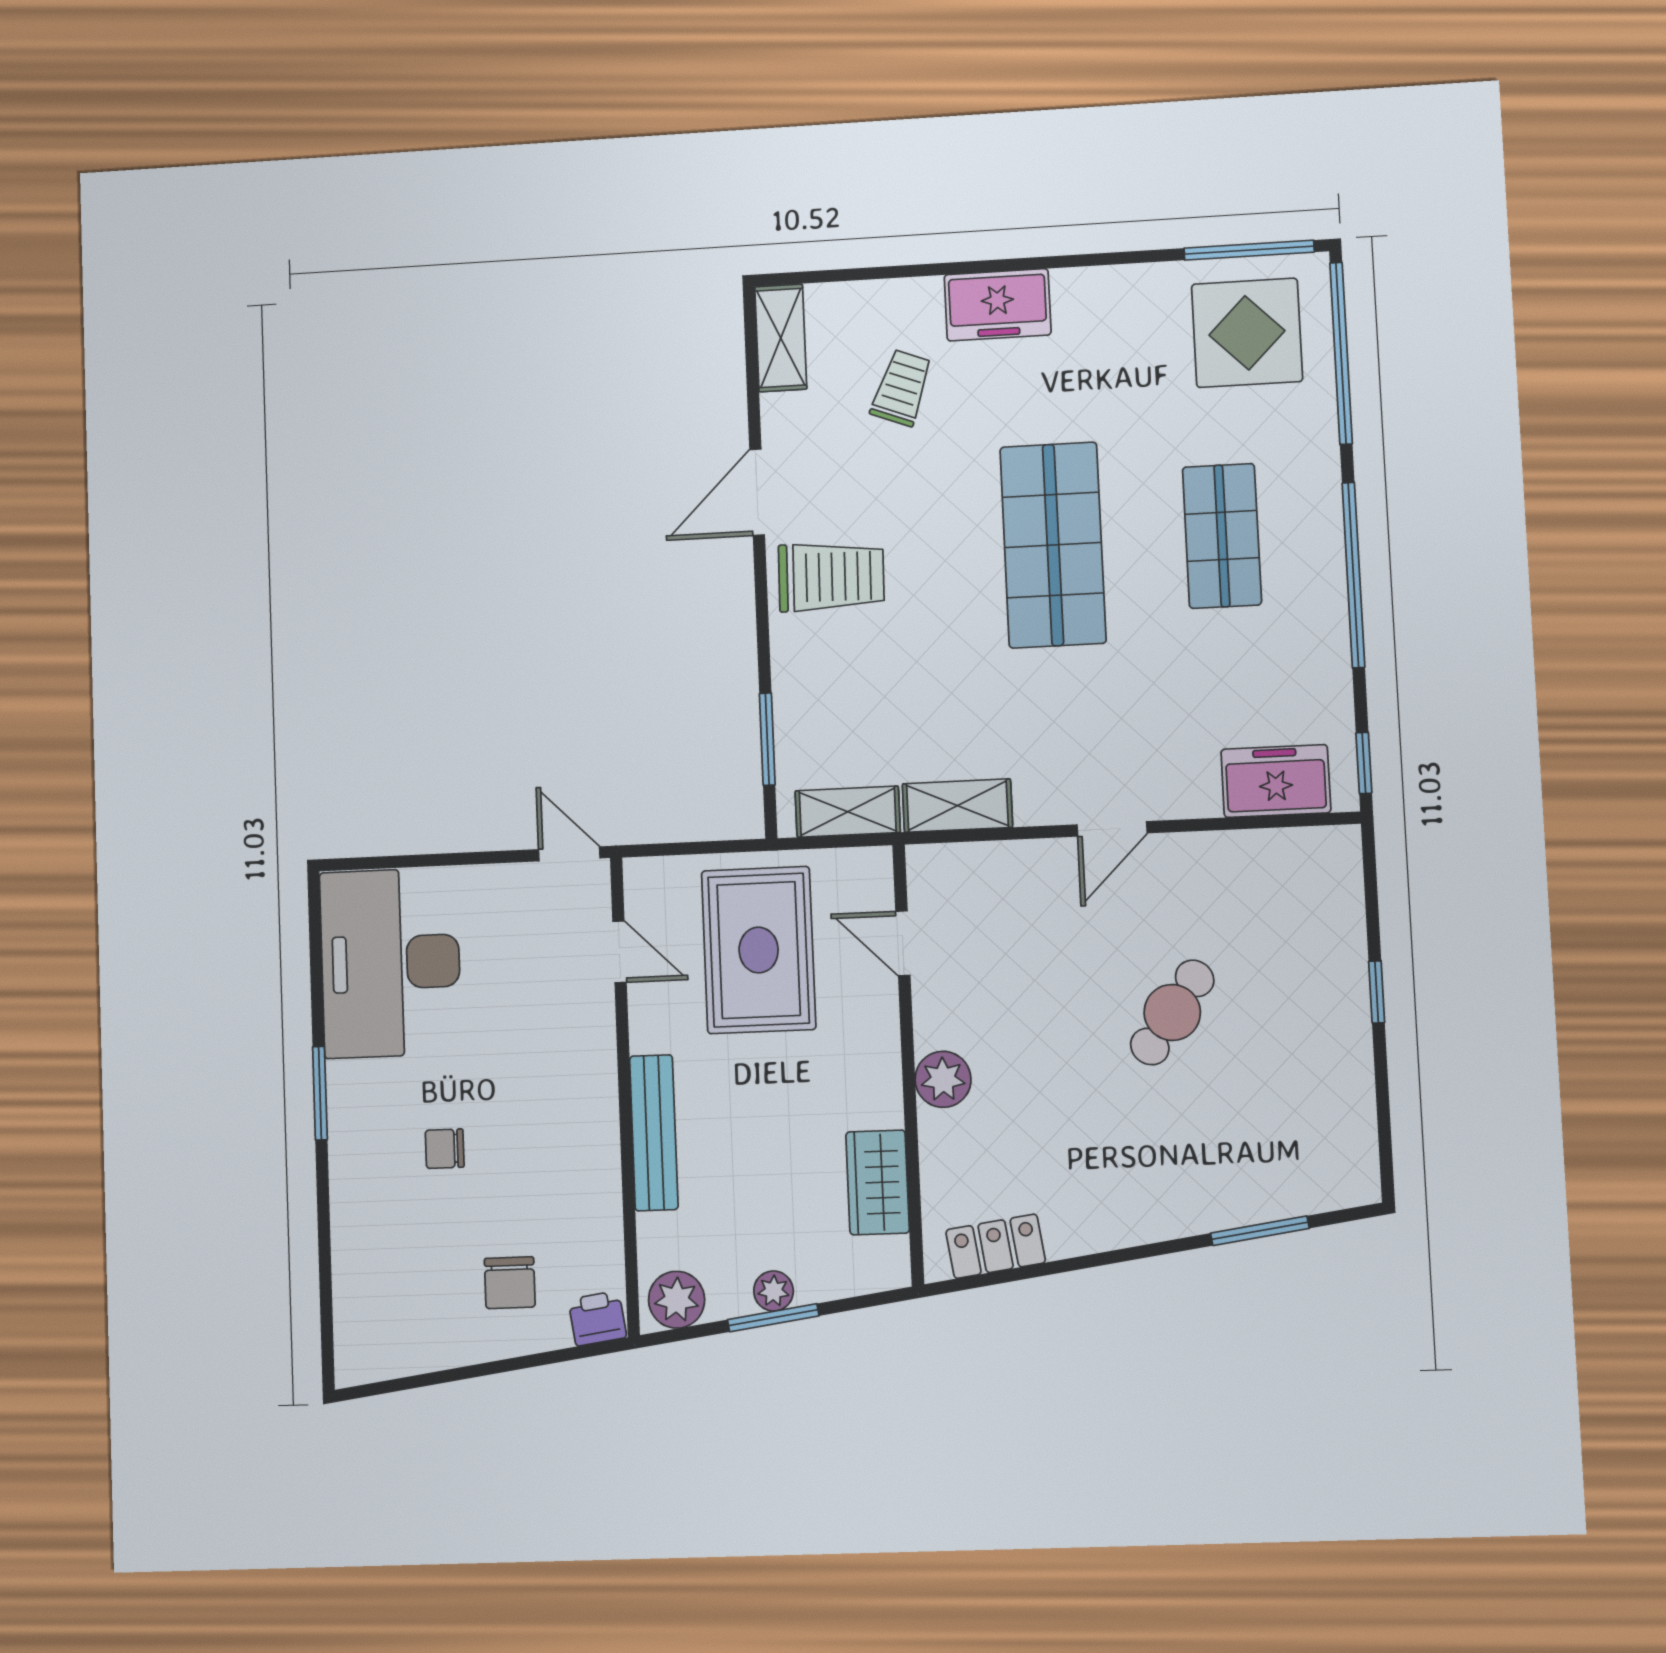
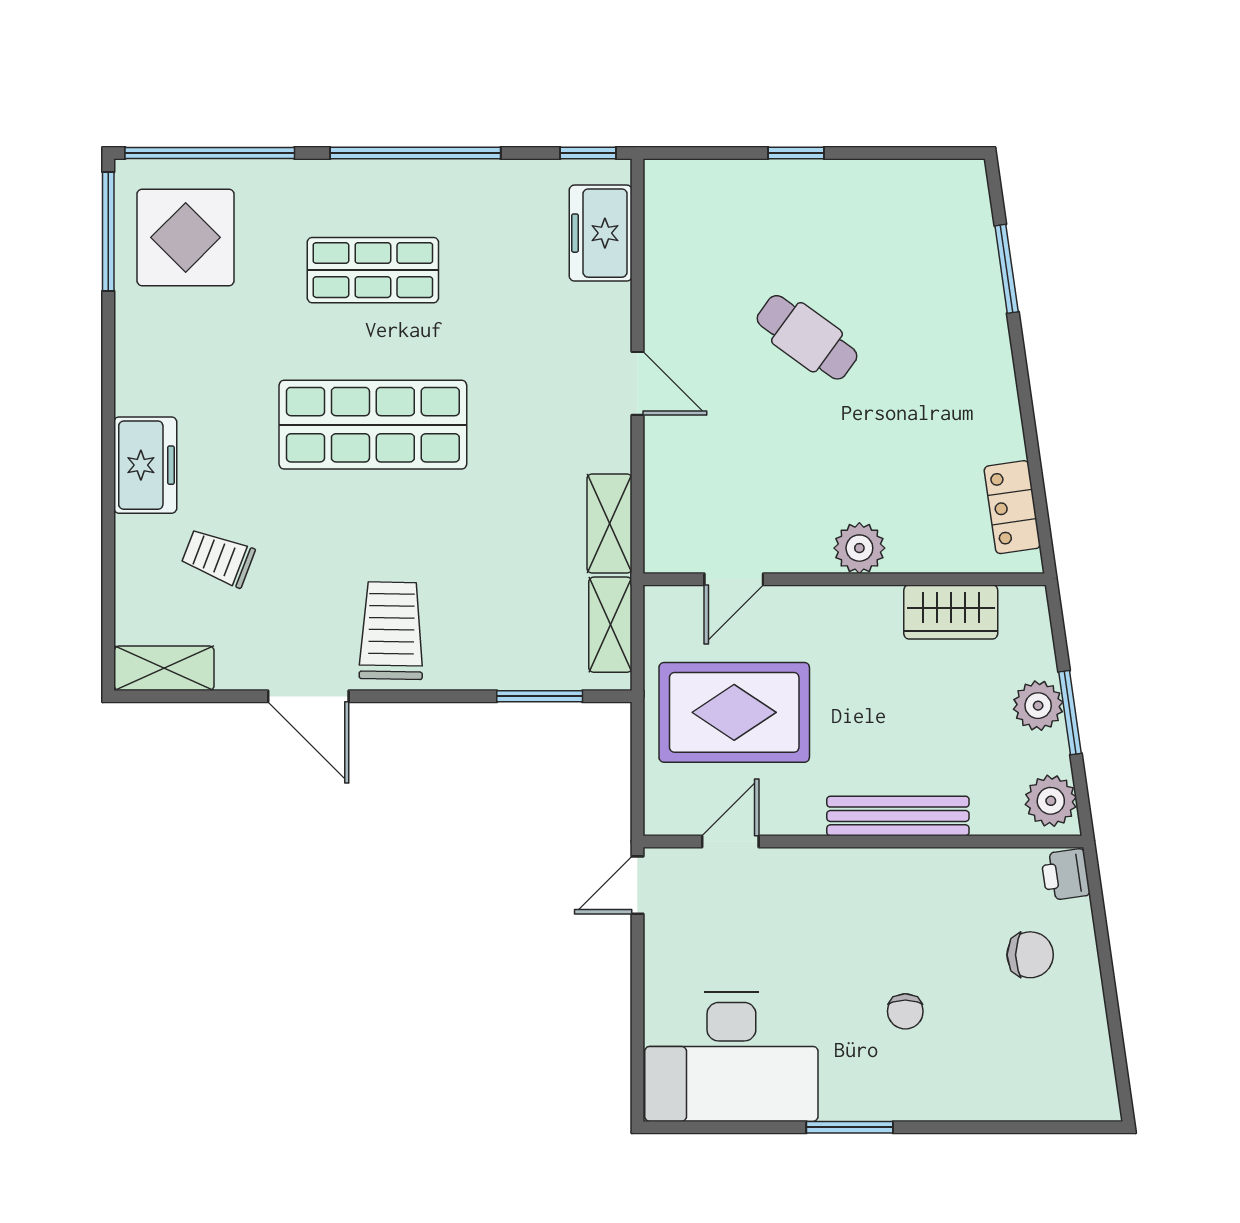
plant: (774, 1291) -> (1038, 706), width x1.38, depth x1.38

